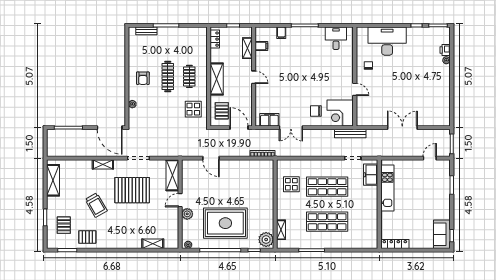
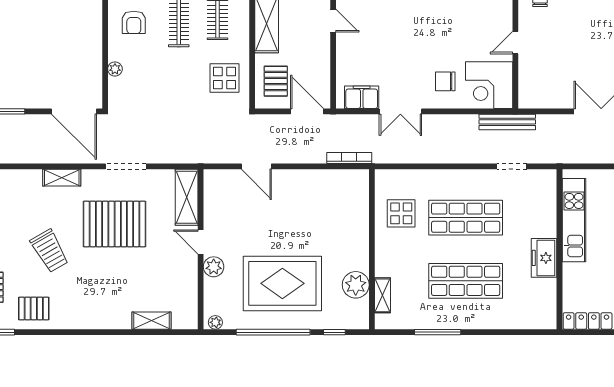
door: (355, 89) -> (515, 43), swing flipped
freezer: (371, 175) -> (544, 258), moved
door: (180, 200) -> (201, 242), hinge flipped
plant: (266, 240) -> (356, 285), moved

